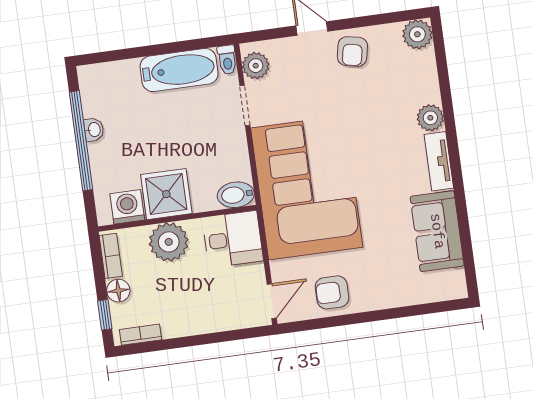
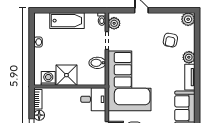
armchair: (352, 51) -> (170, 40), moved
bathtub: (179, 70) -> (67, 21), moved
window: (81, 141) -> (32, 46), removed
bidet: (236, 195) -> (97, 63), moved
plant: (169, 242) -> (65, 97), removed

